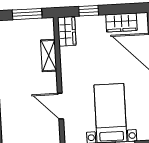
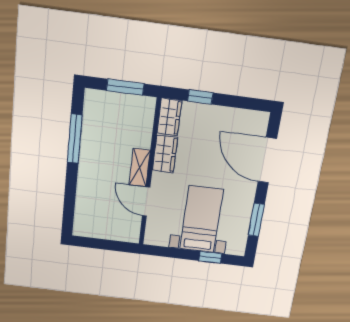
wardrobe: (121, 23) -> (165, 154), moved, turned -90
shelving: (49, 56) -> (140, 168), moved

